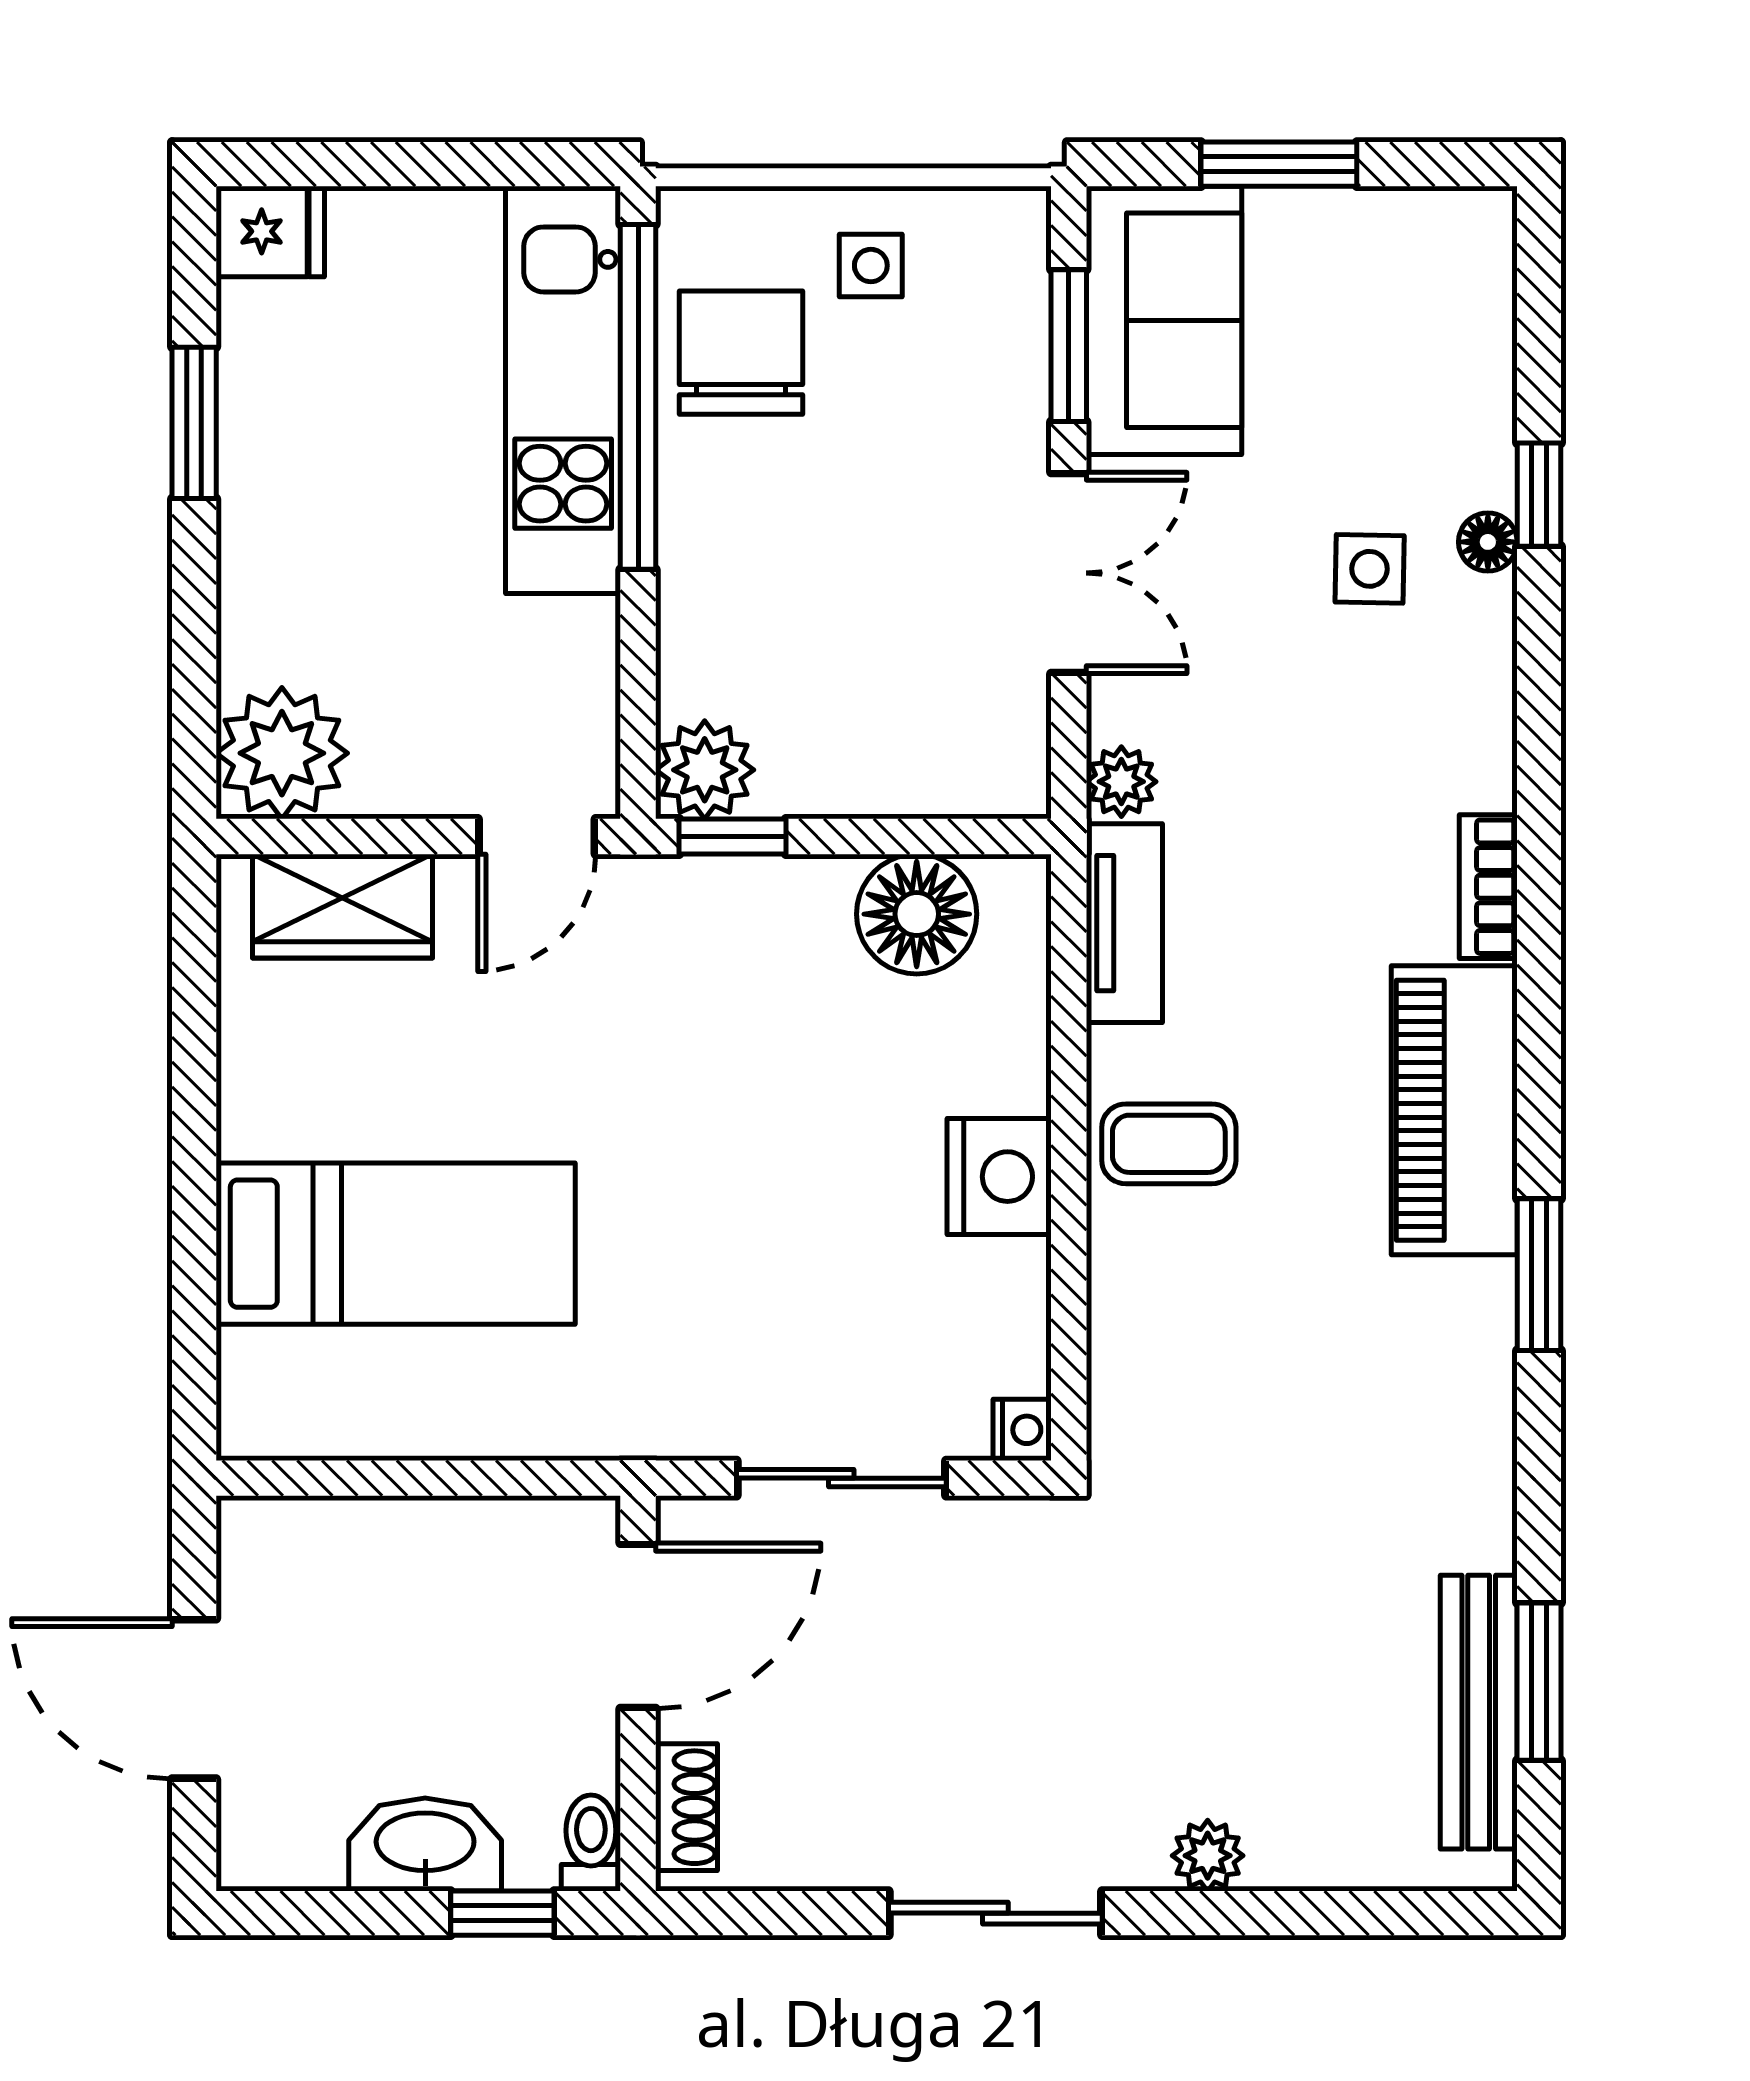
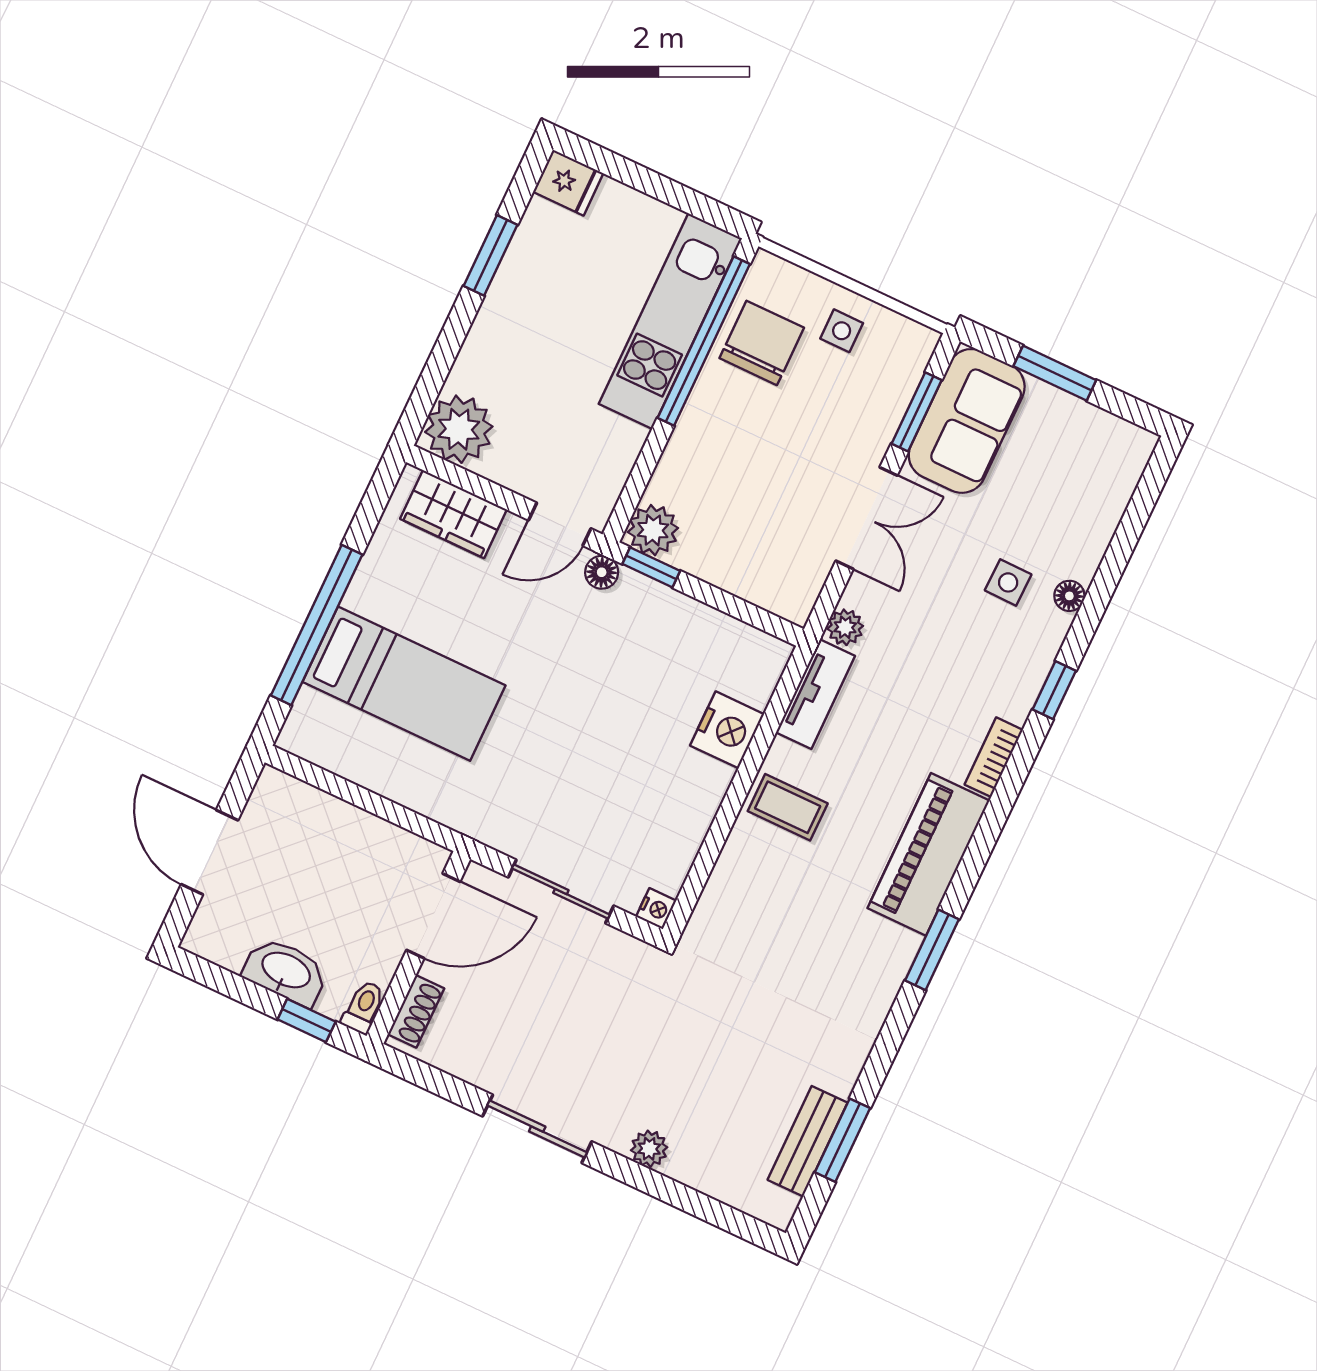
window: (1539, 495) -> (1054, 690), moved
floor lamp: (917, 914) -> (602, 572), moved, width x0.53, depth x0.53
nightstand: (999, 1177) -> (727, 730), moved
window: (194, 1213) -> (317, 625), added
bench: (1479, 1712) -> (808, 1141), width x0.73

